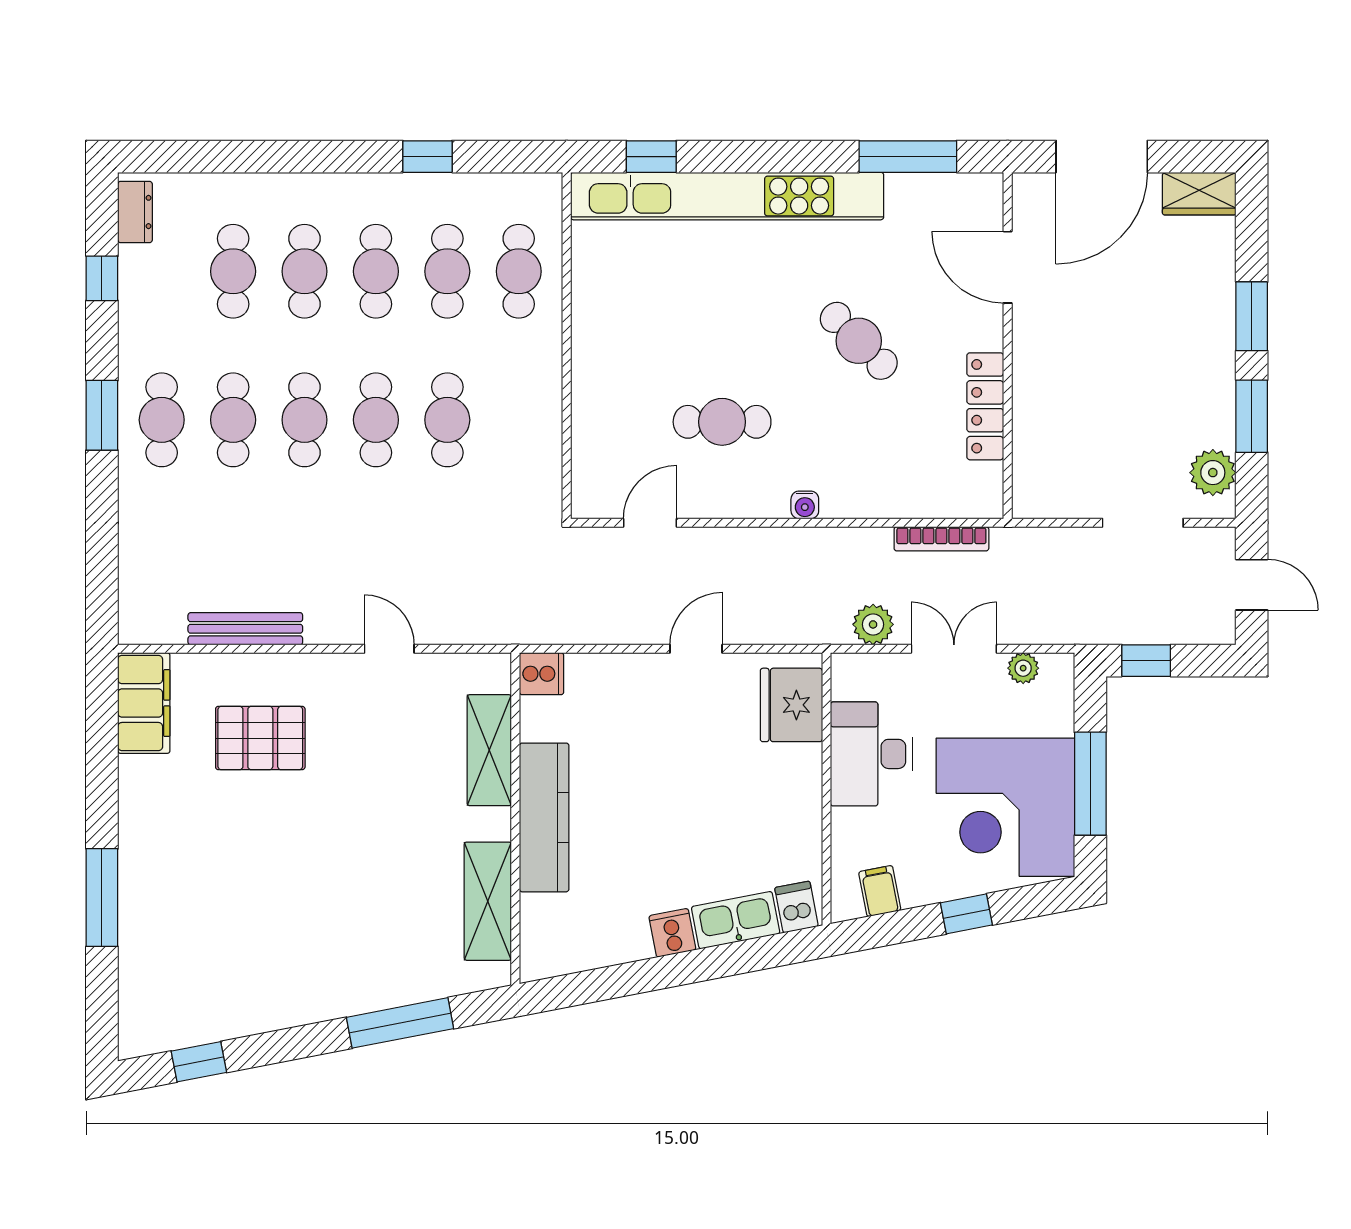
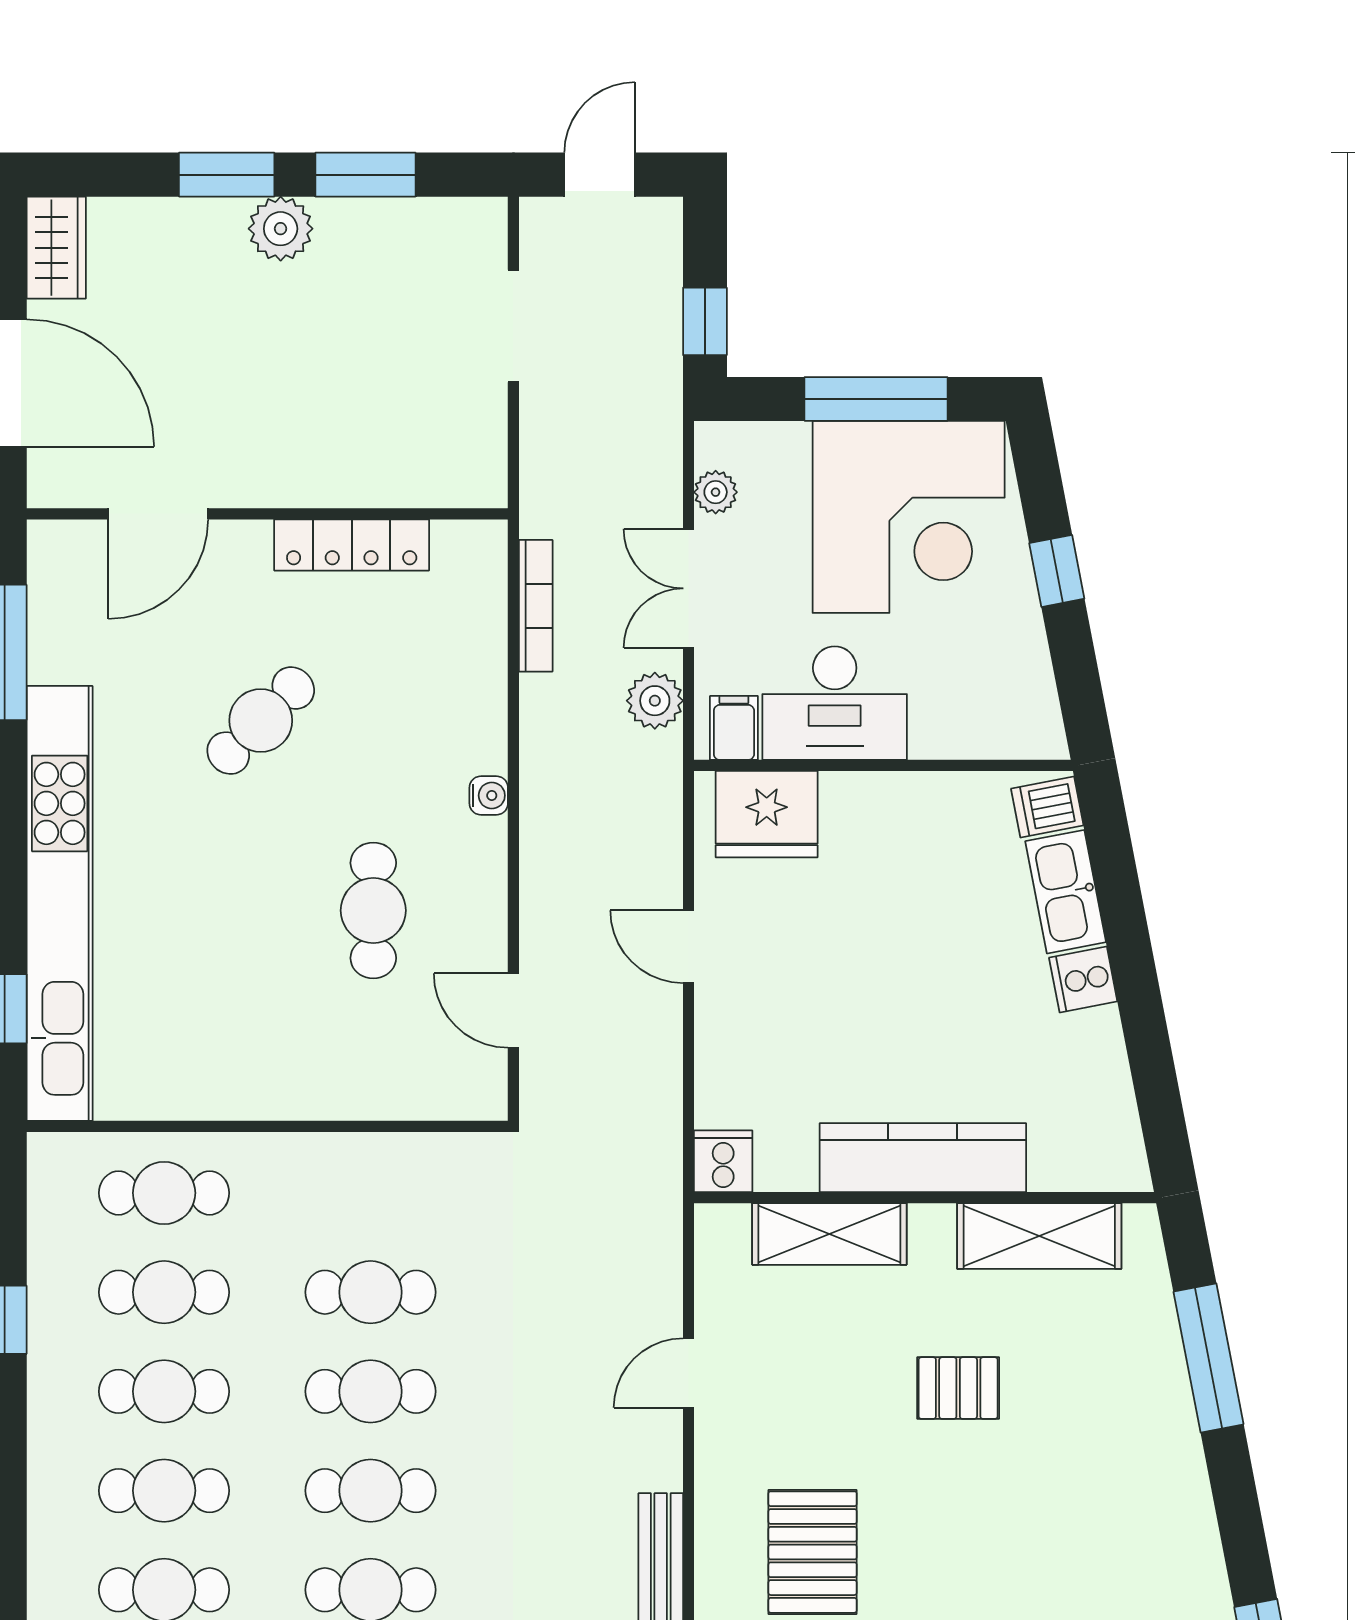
plant: (1213, 473) -> (281, 229), moved
pallet: (378, 843) -> (958, 1388), added
filing cabinet: (880, 891) -> (734, 728), moved, turned 101

